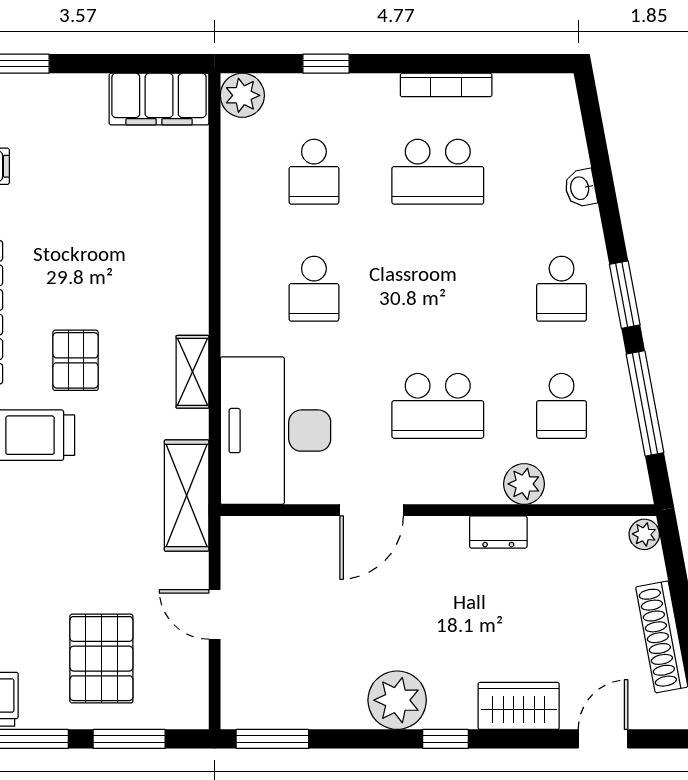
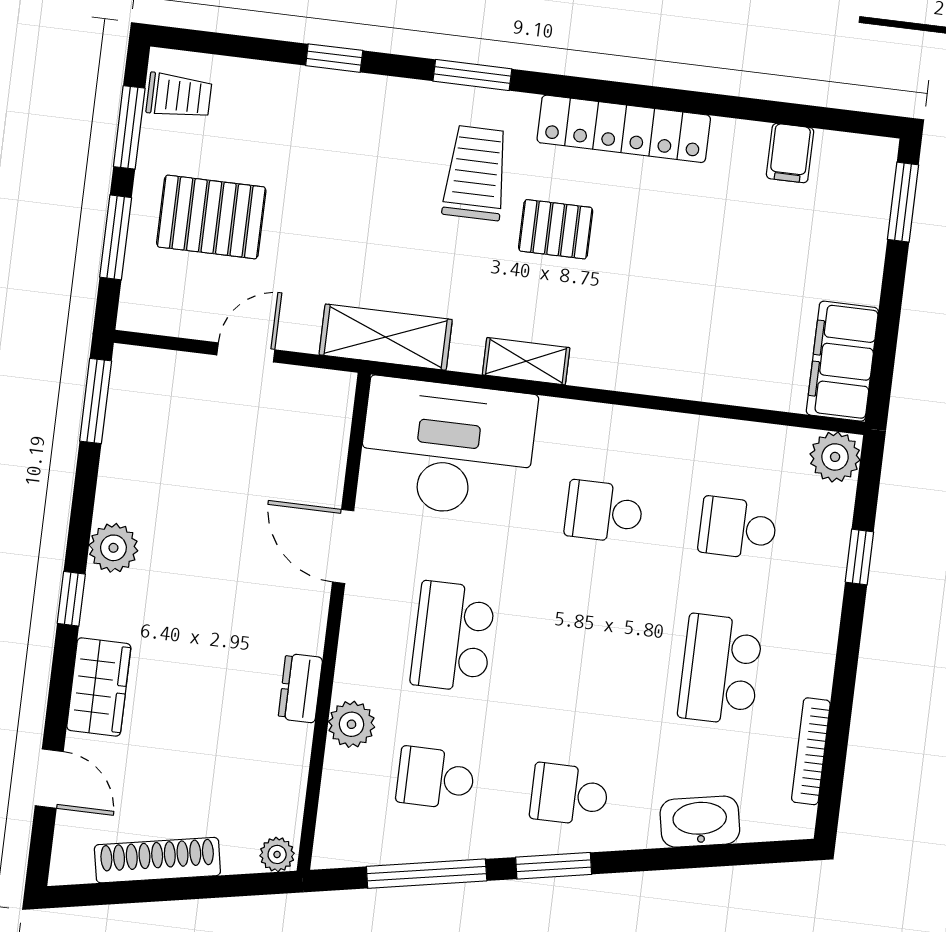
bookcase: (446, 85) -> (811, 751), moved
washbasin: (580, 188) -> (700, 822), width x1.91, depth x1.45
plant: (397, 700) -> (113, 548), width x0.73, depth x0.73

